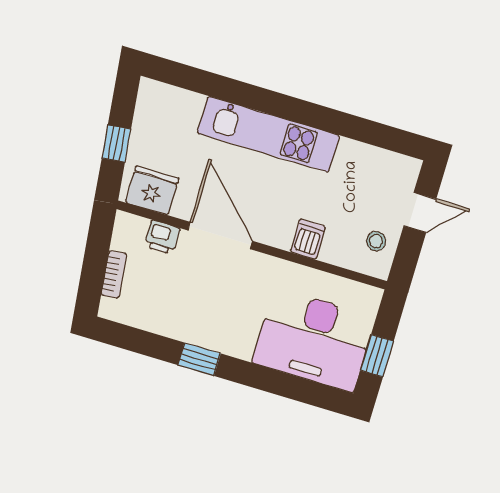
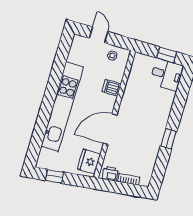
kitchen unit: (268, 134) -> (62, 107), width x1.36
window: (116, 144) -> (54, 176), moved
printer: (162, 237) -> (110, 174), moved, turned -96
desk: (314, 340) -> (167, 75), width x0.53, depth x0.77

